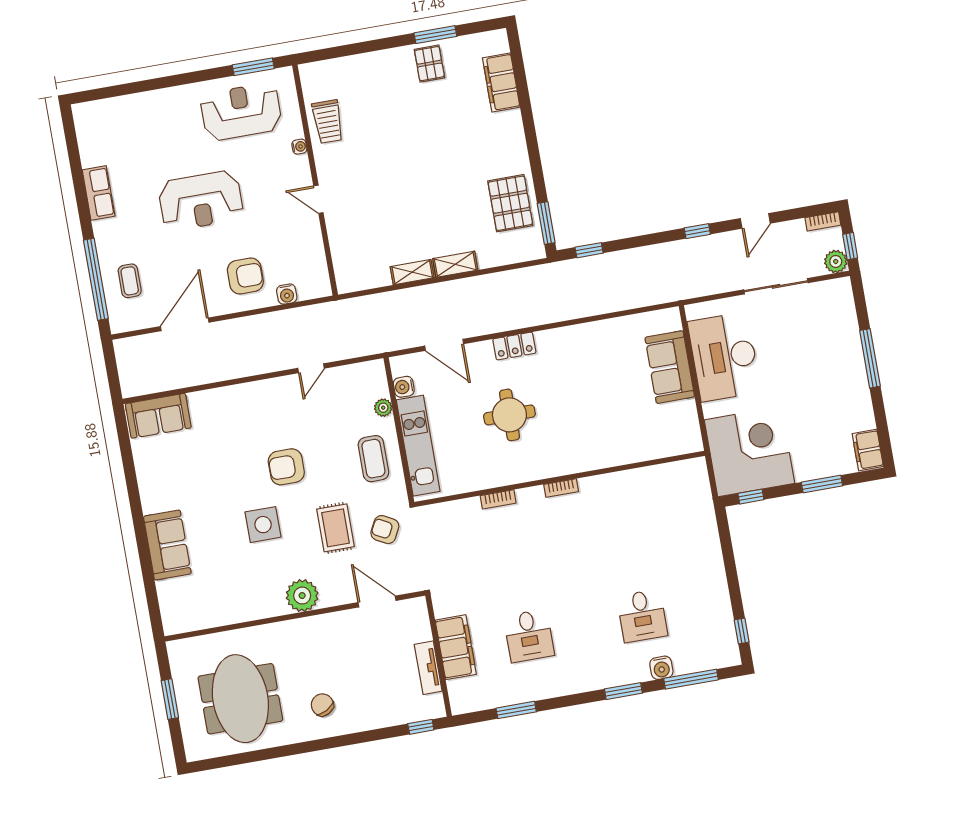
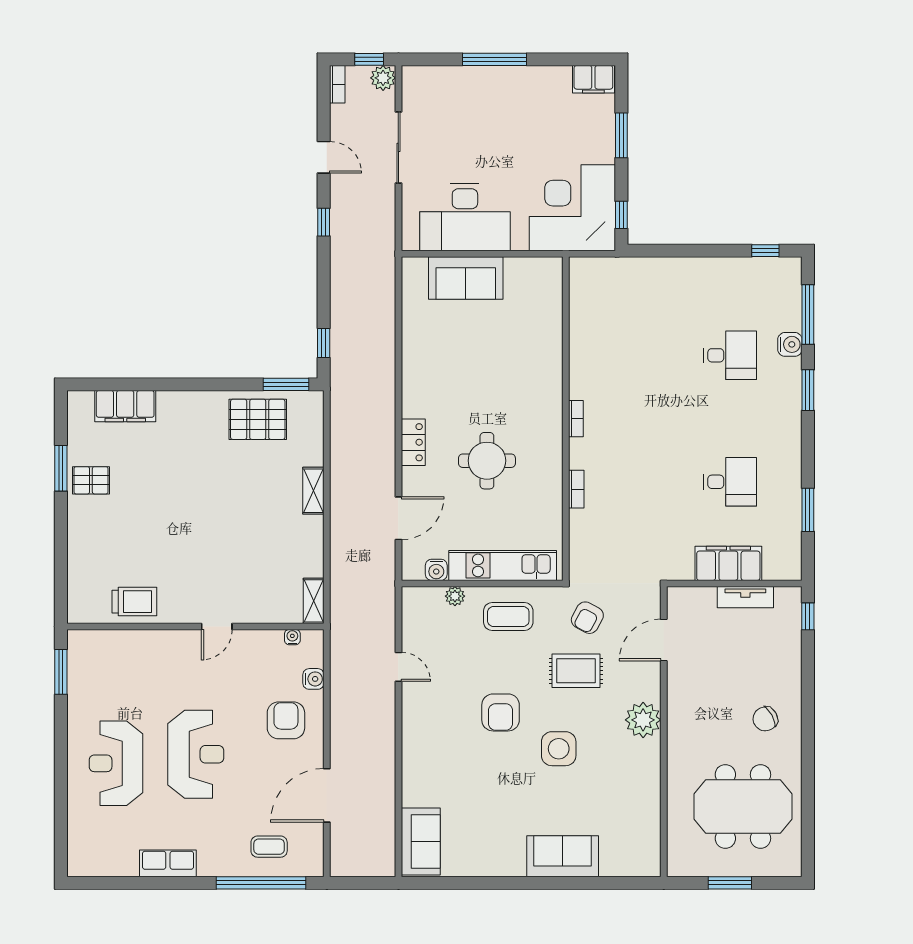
reception desk: (241, 112) -> (116, 763), moved
water cooler: (299, 147) -> (292, 637), moved
shelving: (412, 272) -> (314, 601), moved
door: (185, 324) -> (327, 795), hinge flipped

